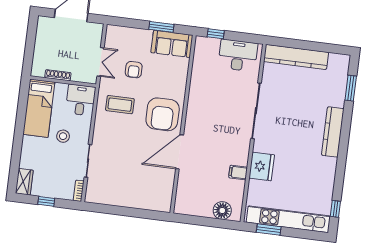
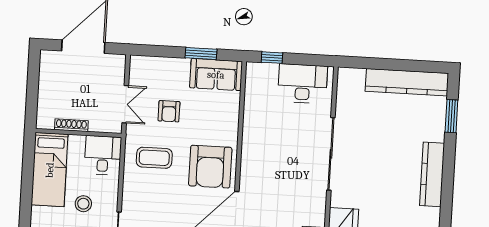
kitchen counter: (296, 57) -> (407, 82), moved

